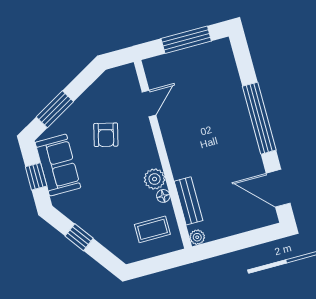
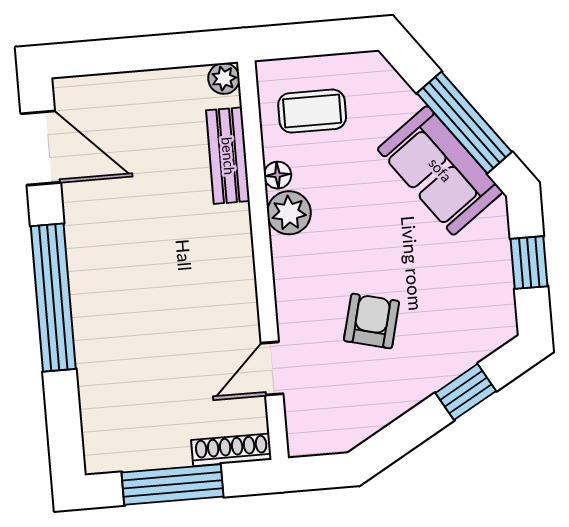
shoe rack: (161, 61) -> (231, 450), added
window: (55, 109) -> (466, 392), width x0.67
sofa: (58, 165) -> (440, 170), moved, turned -36
window: (79, 237) -> (464, 123), width x2.17

